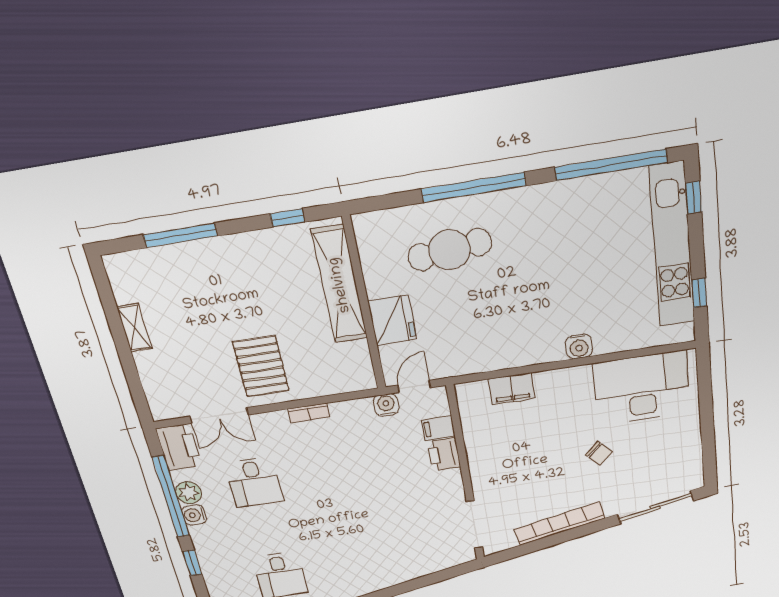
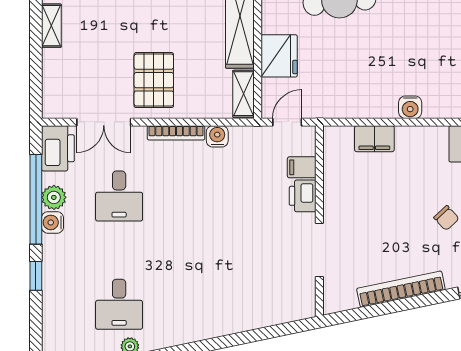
water cooler: (579, 346) -> (410, 107), moved
shelving: (361, 365) -> (244, 94), added
water cooler: (386, 405) -> (217, 136), moved
bookcase: (309, 413) -> (176, 133), width x1.56
doorway: (475, 525) -> (319, 250), moved

